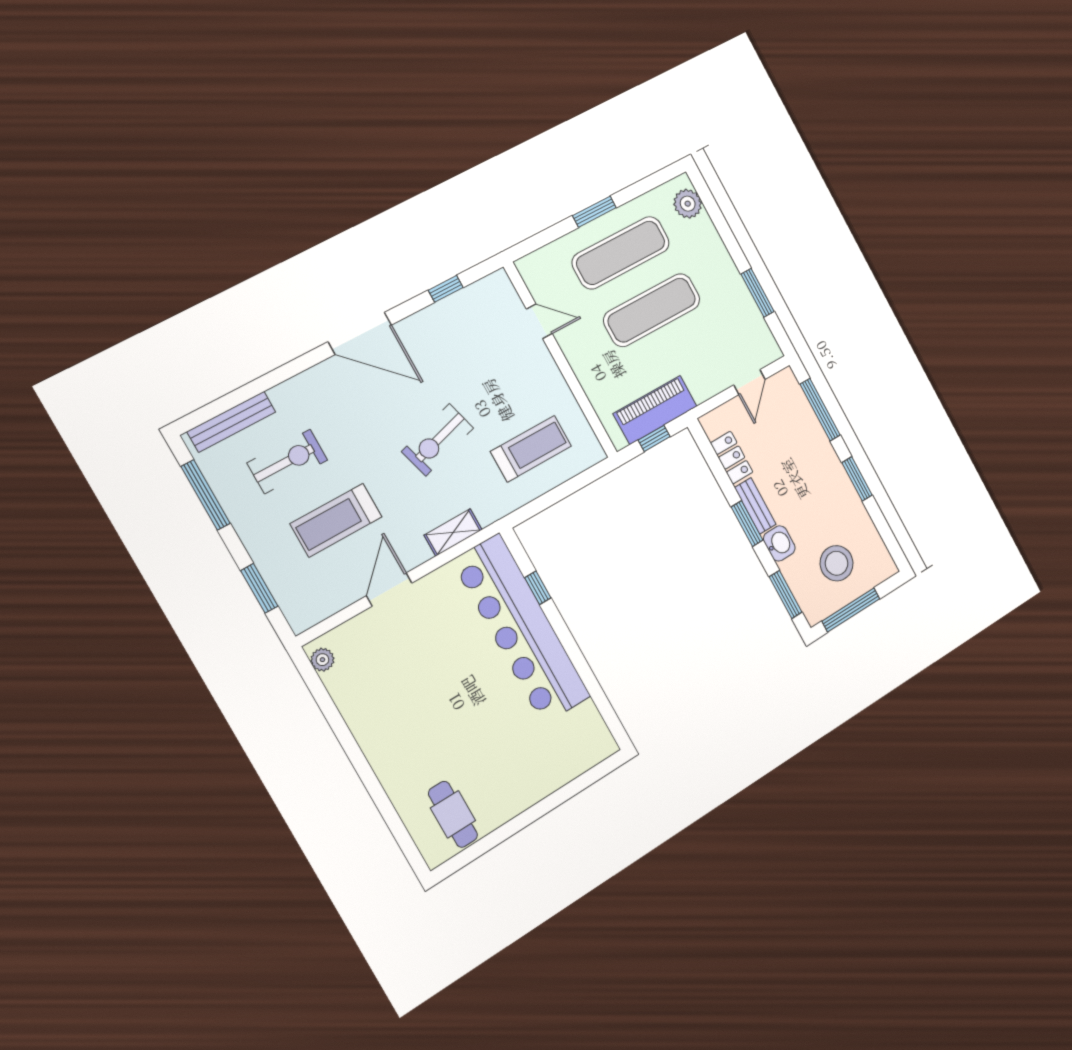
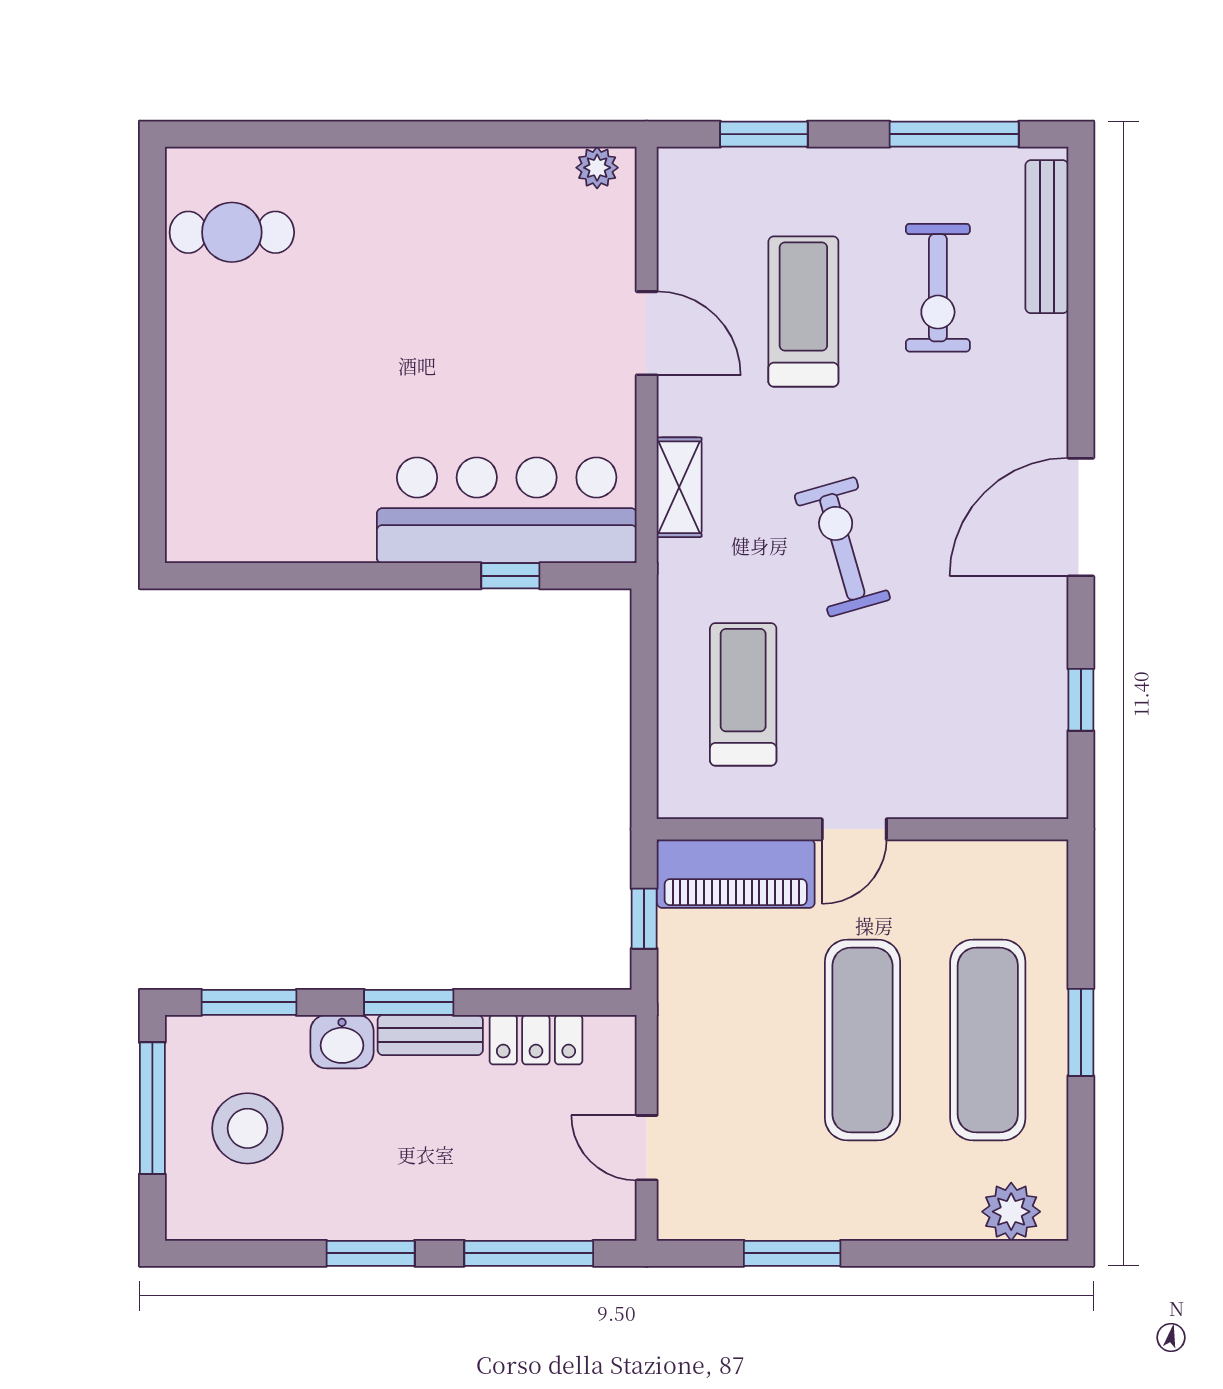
door: (539, 321) -> (854, 829), moved
piano: (655, 410) -> (736, 874), moved, turned 90
treadmill: (531, 449) -> (743, 694), turned 180
bar counter: (521, 629) -> (507, 510), width x0.73

